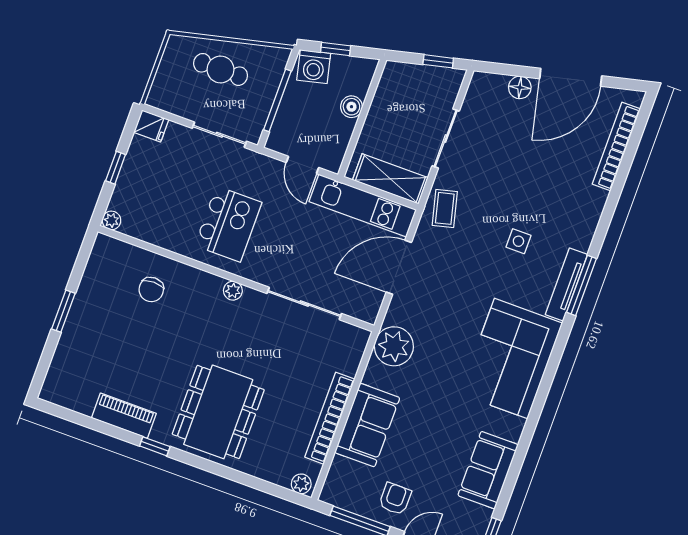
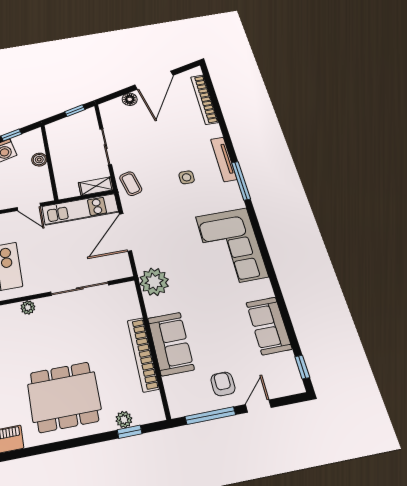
shelving: (390, 179) -> (96, 186), width x0.67, depth x0.75
tv unit: (566, 285) -> (224, 159), moved
dining table: (218, 412) -> (64, 397), turned 90
window: (155, 446) -> (130, 432), moved
plant: (301, 484) -> (124, 420), moved

